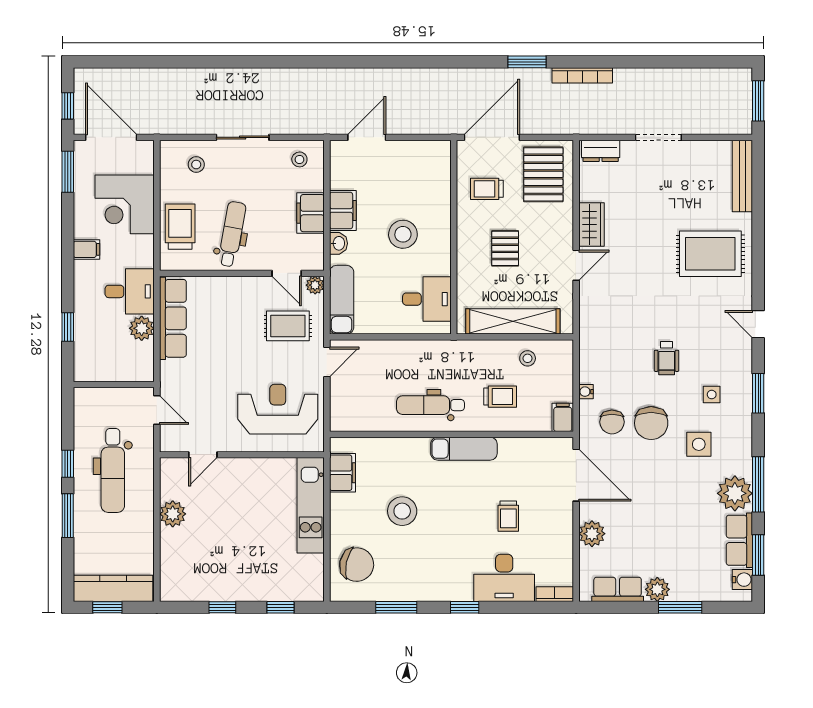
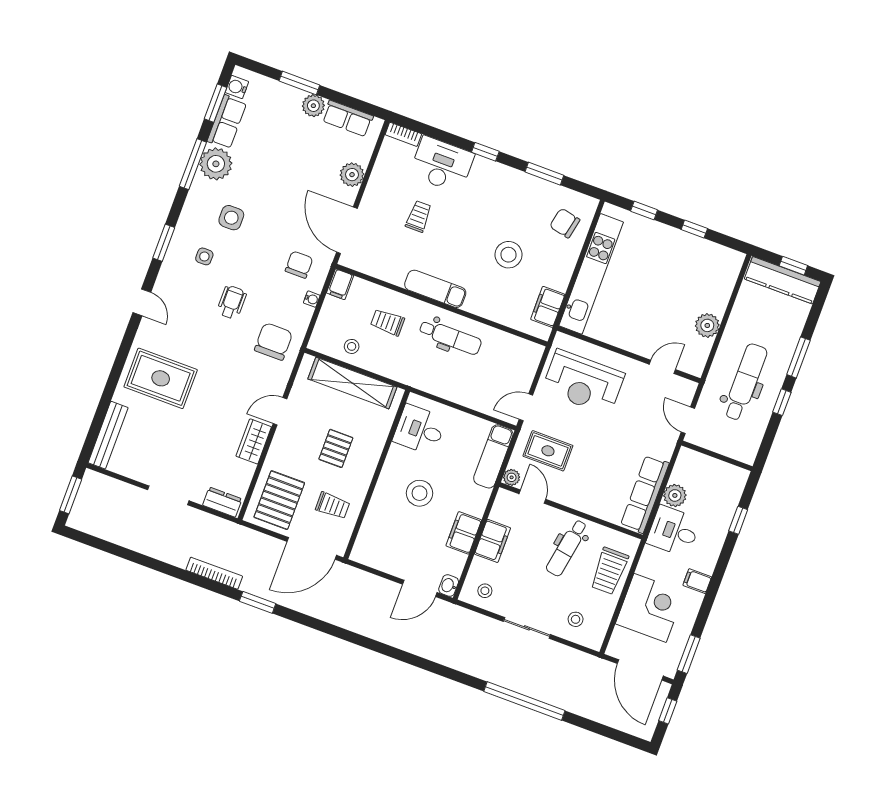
window: (218, 62) -> (524, 701), added
washbasin: (338, 243) -> (449, 586), moved
chair: (651, 423) -> (274, 341), moved
kitchen unit: (311, 505) -> (591, 274), width x1.36
chair: (357, 565) -> (565, 223), width x0.73, depth x0.73

